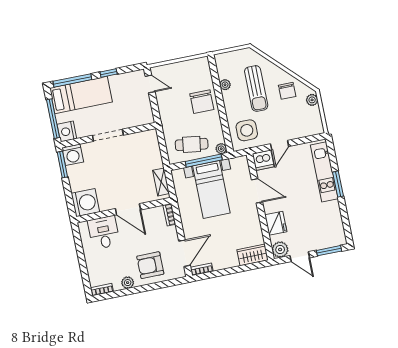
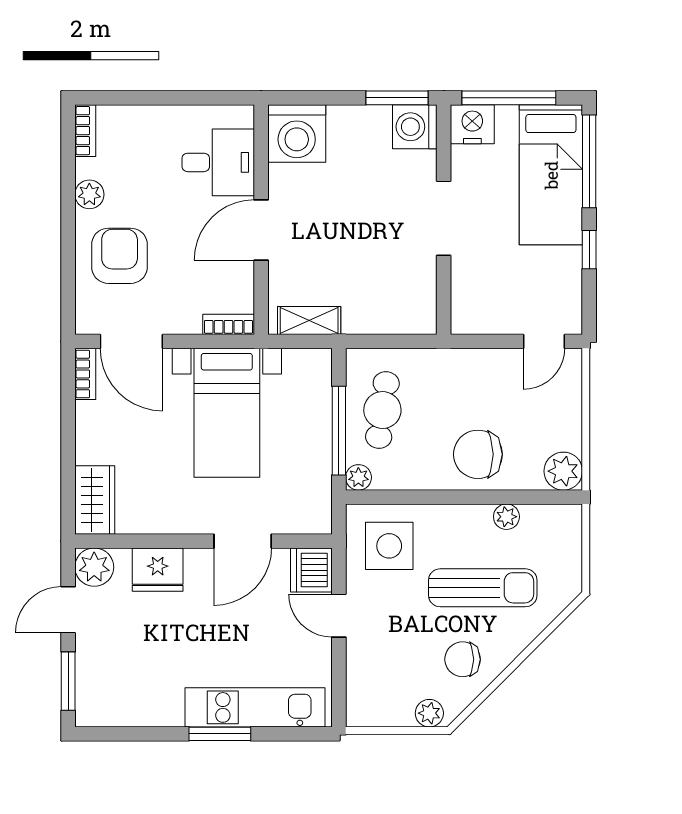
plant: (202, 65) -> (563, 471), added
sun lounger: (256, 88) -> (483, 588), turned 180
bed with nightstands: (211, 189) -> (227, 413), moved, turned -90

